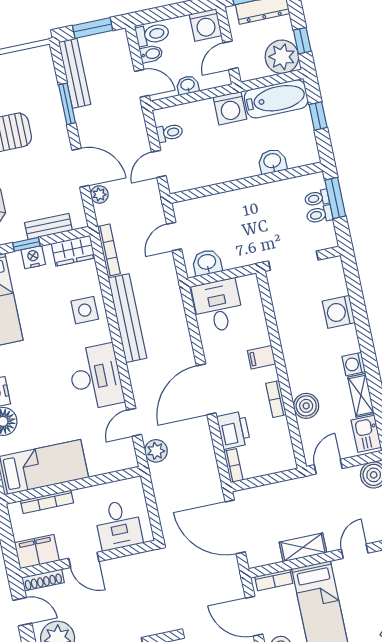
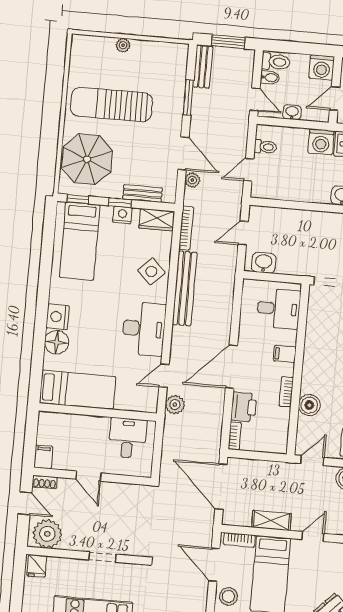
bench: (75, 73) -> (203, 66), width x0.73
desk: (218, 306) -> (279, 309), moved, turned 90
side table: (85, 310) -> (151, 271), turned 45
bookcase: (47, 502) -> (73, 419), removed
desk: (118, 525) -> (128, 438), moved, turned 180
filing cabinet: (37, 552) -> (43, 457), width x0.50
shoe rack: (43, 580) -> (45, 482), width x0.70

